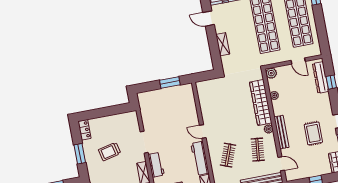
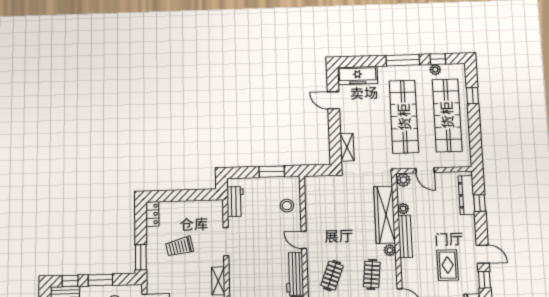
shelving: (223, 44) -> (347, 147), moved
door: (298, 61) -> (425, 170), moved
stool: (186, 107) -> (287, 206), added
bench: (282, 132) -> (405, 236), moved
window: (80, 154) -> (141, 257), moved
workbench: (156, 165) -> (235, 202), moved

